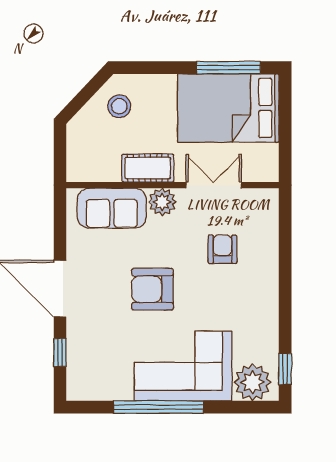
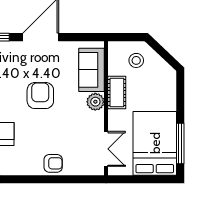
stool: (119, 106) -> (136, 60), moved
double door: (214, 185) -> (106, 149), moved
armchair: (222, 249) -> (53, 163), moved

